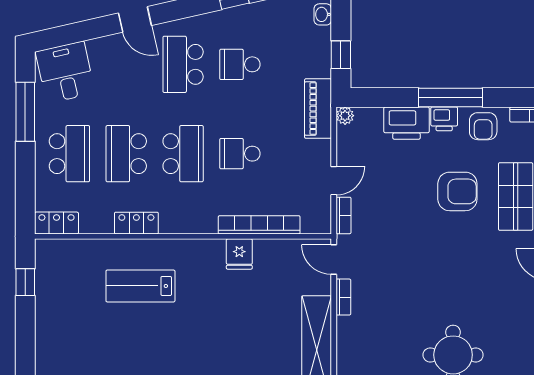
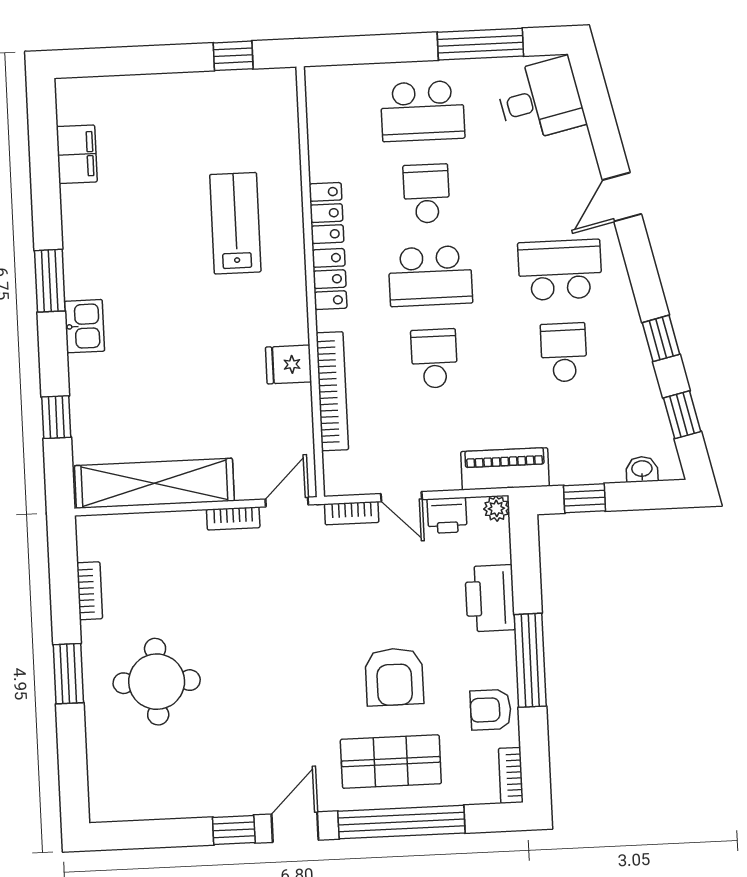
printer: (444, 119) -> (447, 515), moved, turned -90
school desk: (126, 154) -> (426, 194), width x0.54
locker: (56, 223) -> (330, 279), moved

